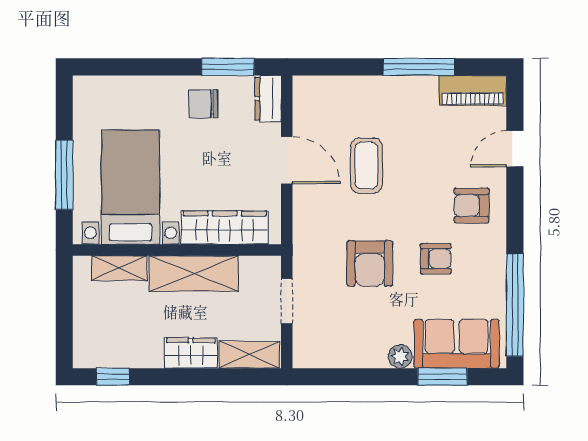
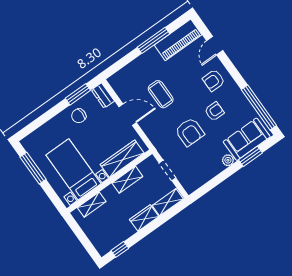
piano: (473, 90) -> (178, 40), width x1.37, depth x1.33
window: (64, 175) -> (33, 168), moved
shelving: (194, 273) -> (127, 180), width x0.67, depth x0.75

